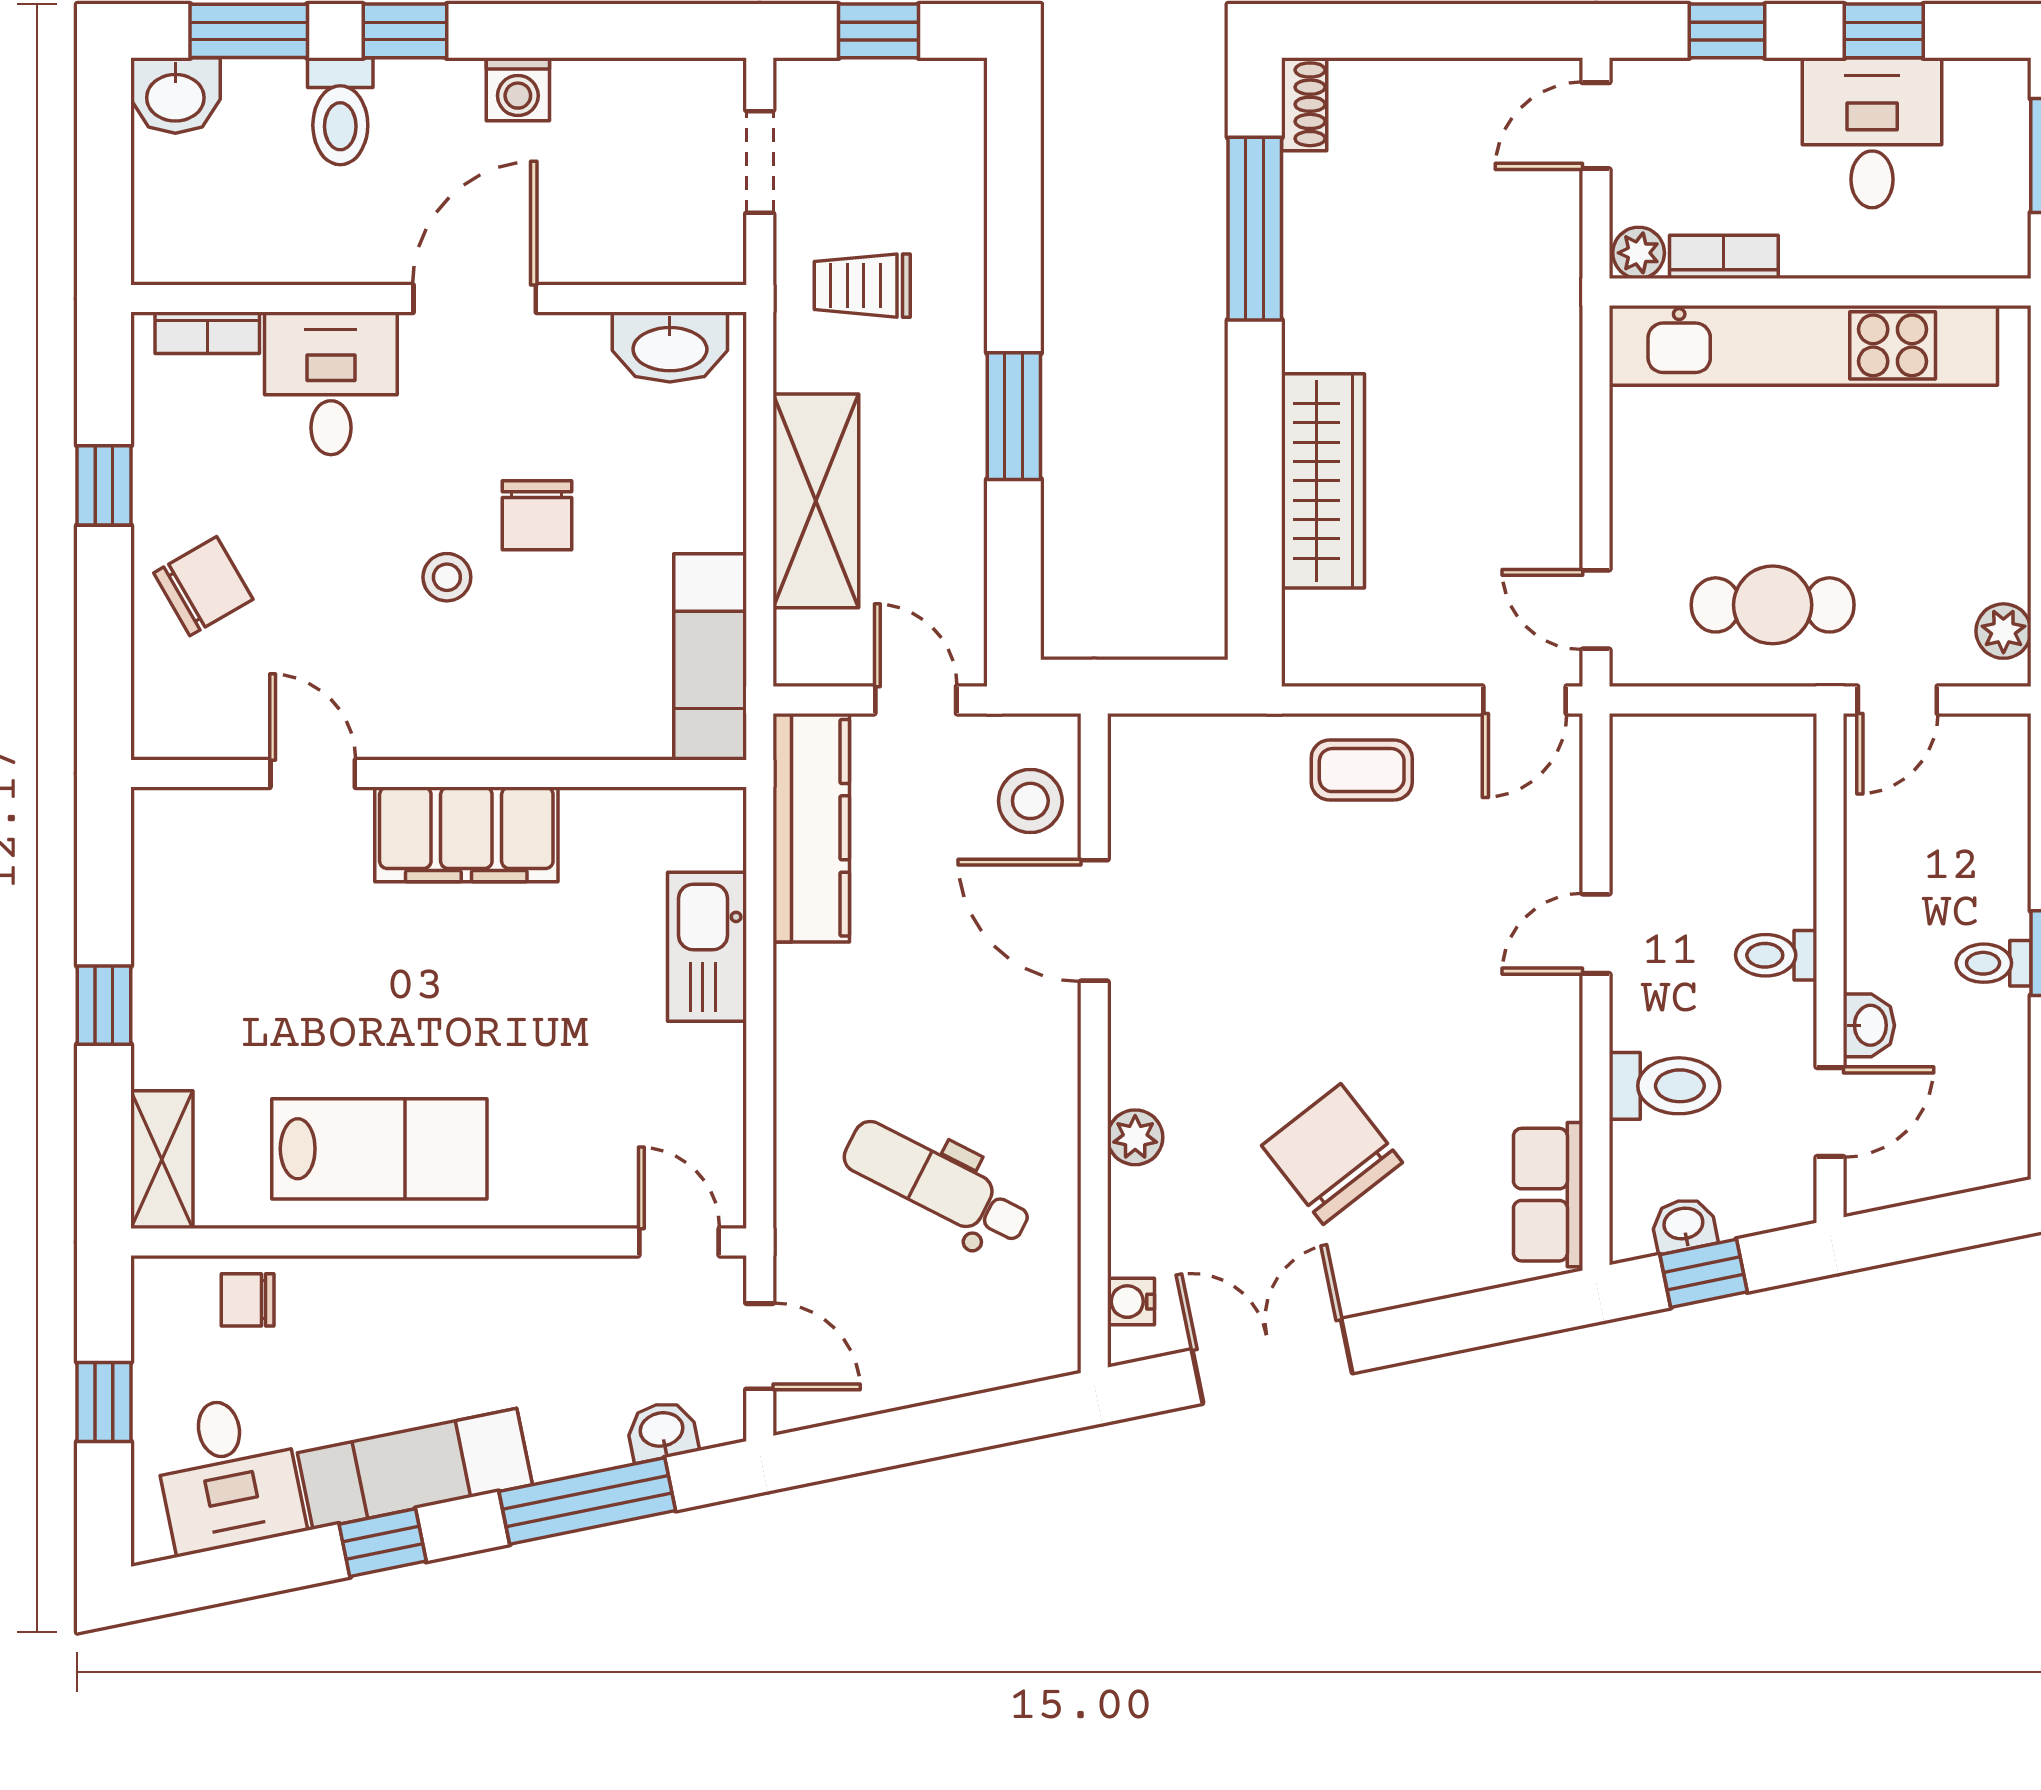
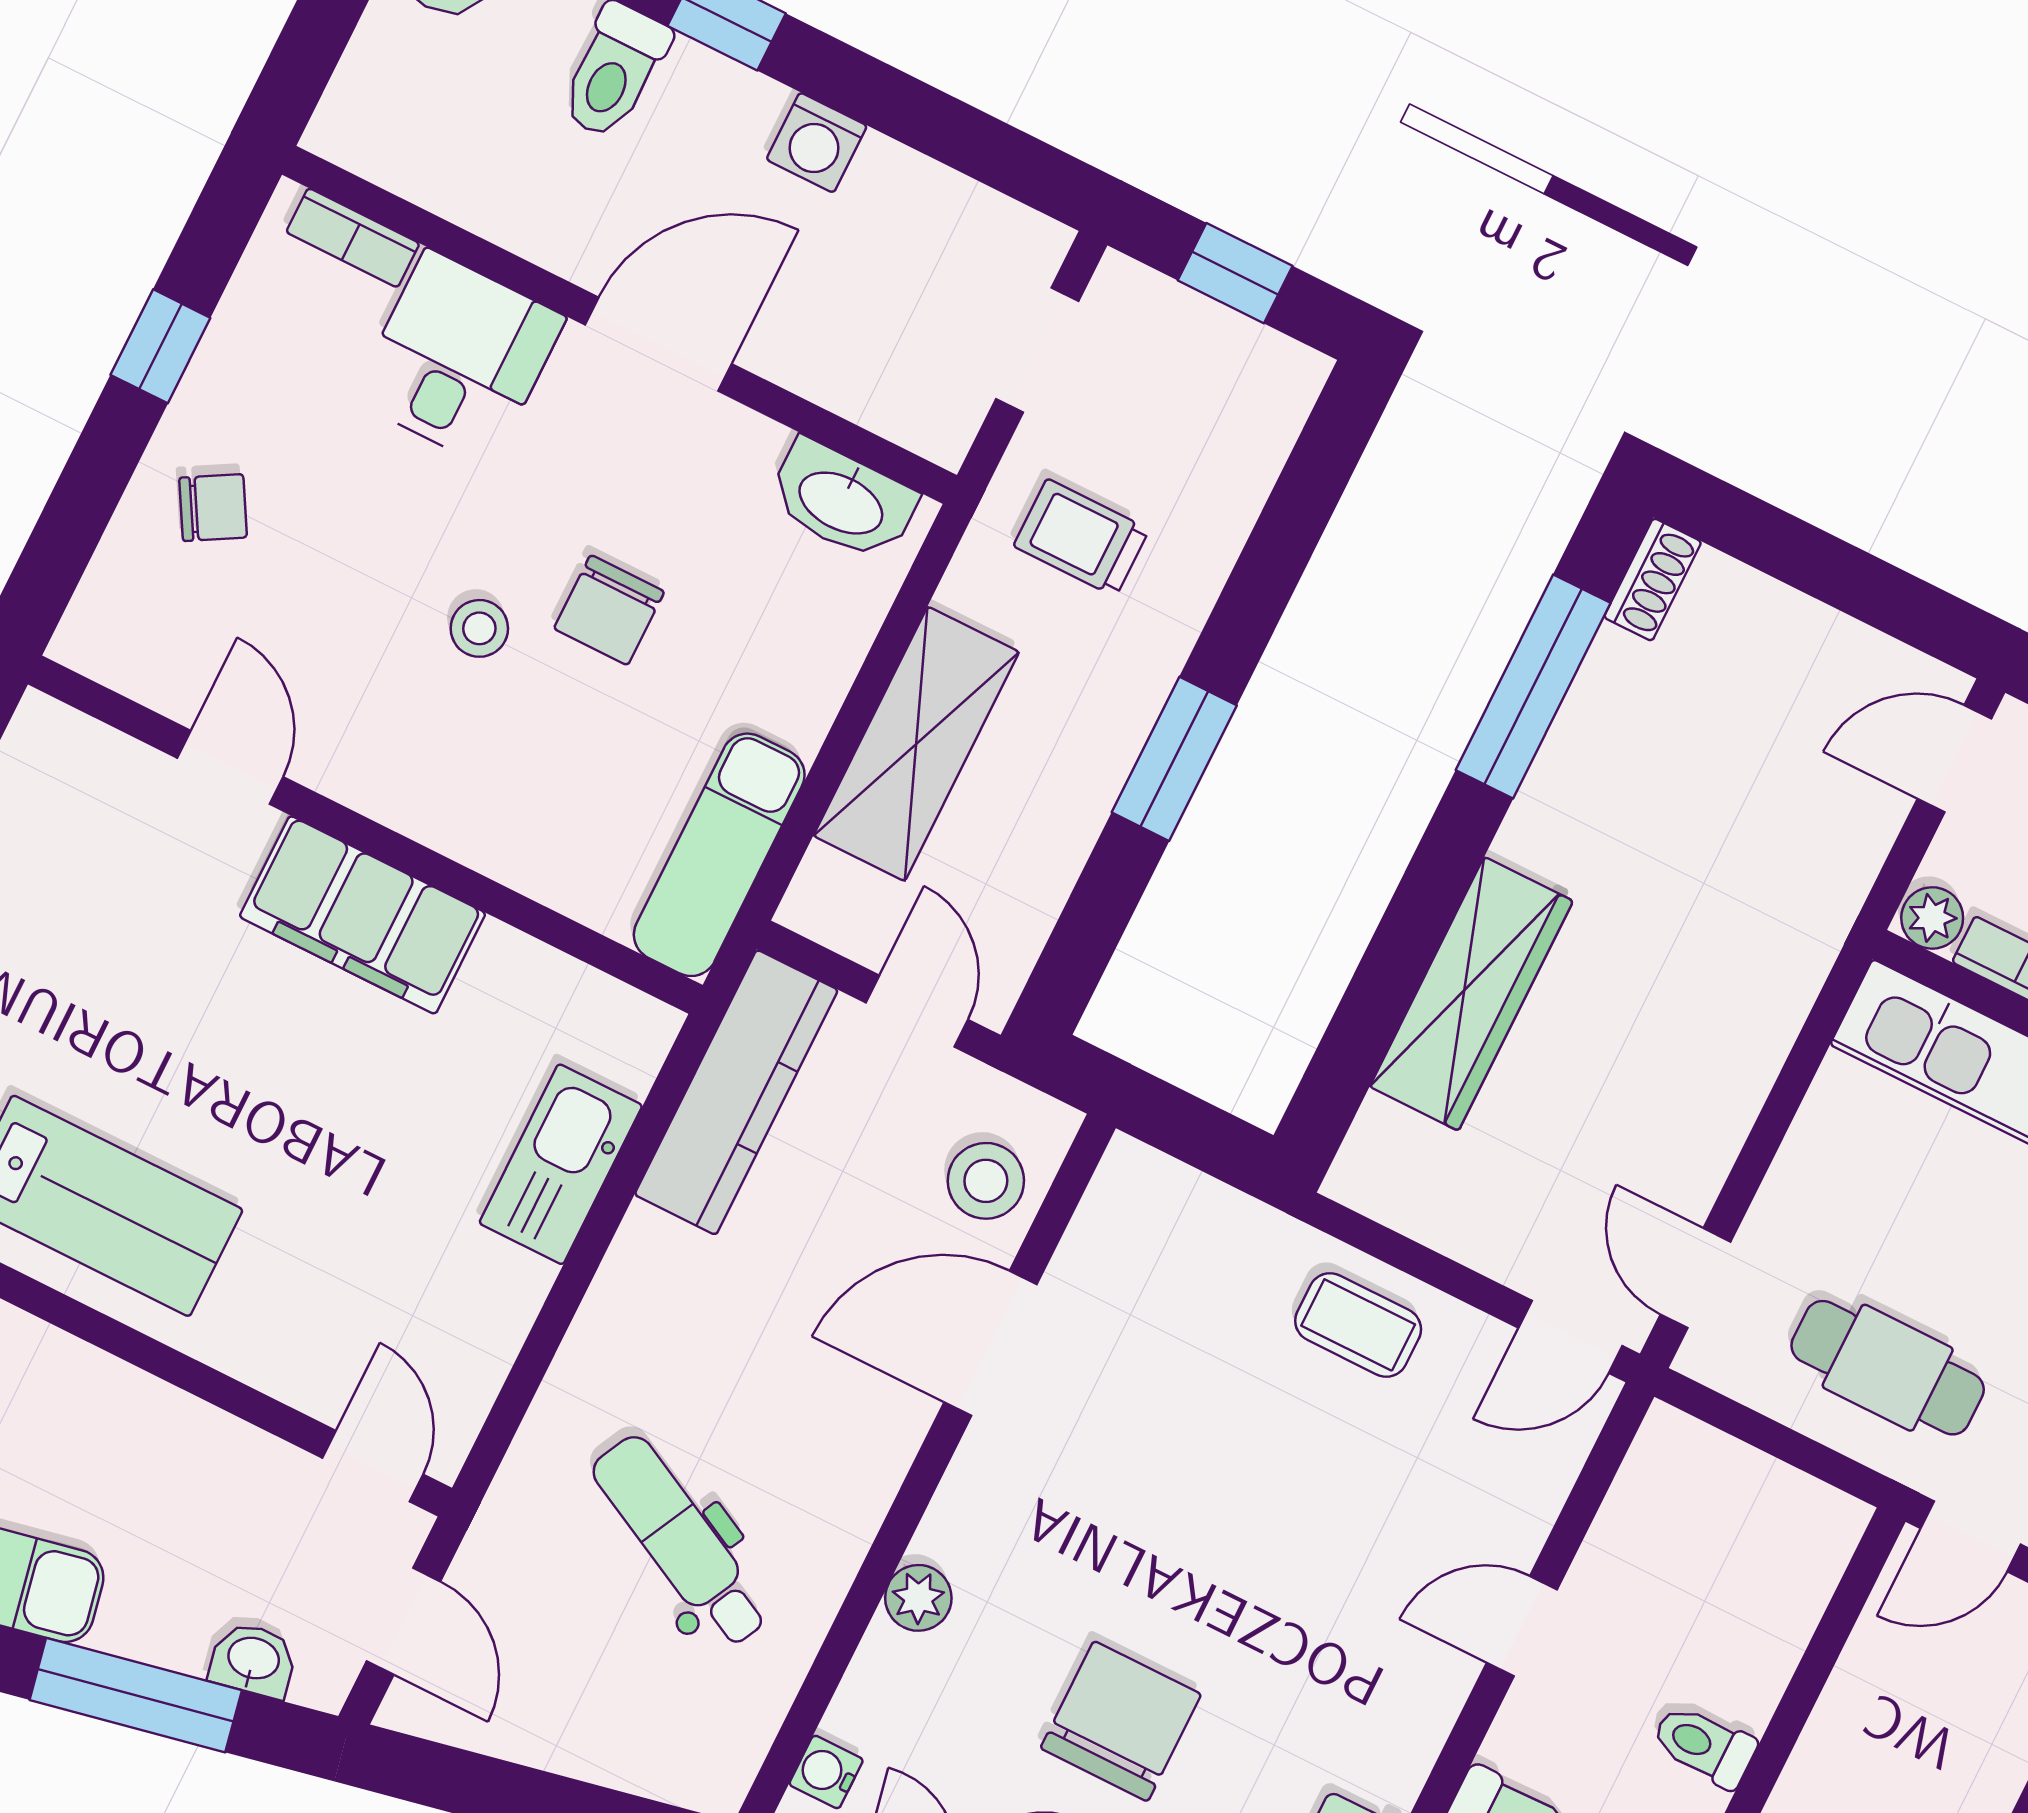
chair: (203, 586) -> (213, 508), width x0.73, depth x0.73
door: (1094, 920) -> (990, 1343), hinge flipped
chair: (1332, 1154) -> (1121, 1721), turned 38

